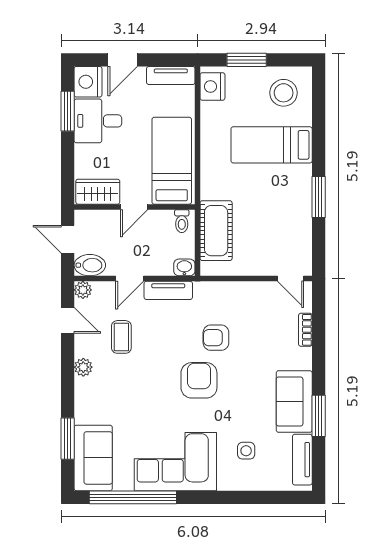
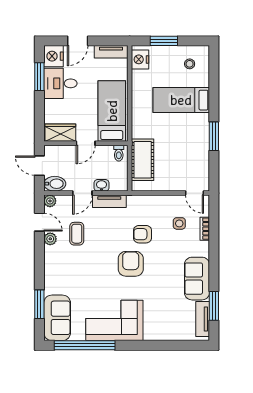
stool: (284, 93) -> (190, 64), width x0.53, depth x0.53
washbasin: (184, 267) -> (101, 185), moved
plant: (83, 367) -> (50, 239), moved
window: (319, 416) -> (214, 306), moved
side table: (246, 451) -> (179, 223), moved

